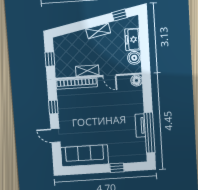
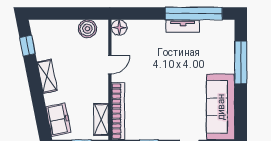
freezer: (133, 39) -> (58, 120), moved, turned -101
shelving: (87, 71) -> (101, 119), moved
window: (117, 168) -> (241, 62), width x2.17

